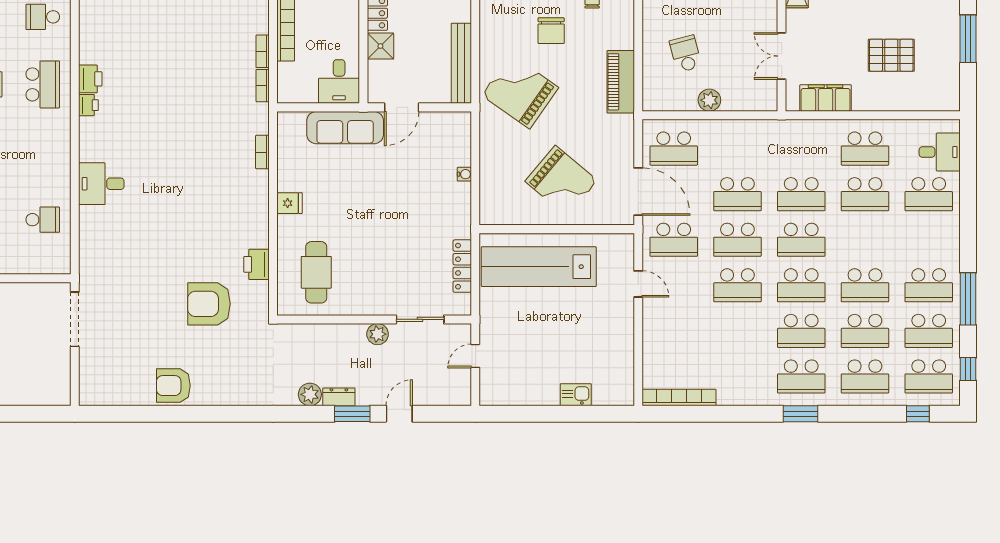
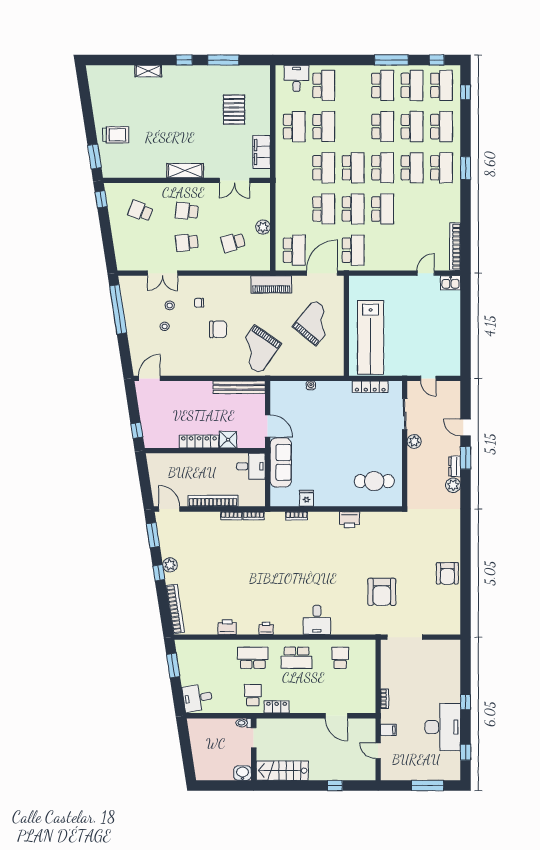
school desk: (43, 17) -> (297, 658), moved, width x1.85
printer: (90, 79) -> (227, 627), moved
piano: (621, 82) -> (271, 284), moved
fridge: (290, 203) -> (306, 498), moved
printer: (257, 264) -> (349, 520), moved
door: (638, 284) -> (426, 273), moved
armchair: (209, 304) -> (382, 592), moved
kitchen sink: (576, 395) -> (451, 283), moved, turned -90

